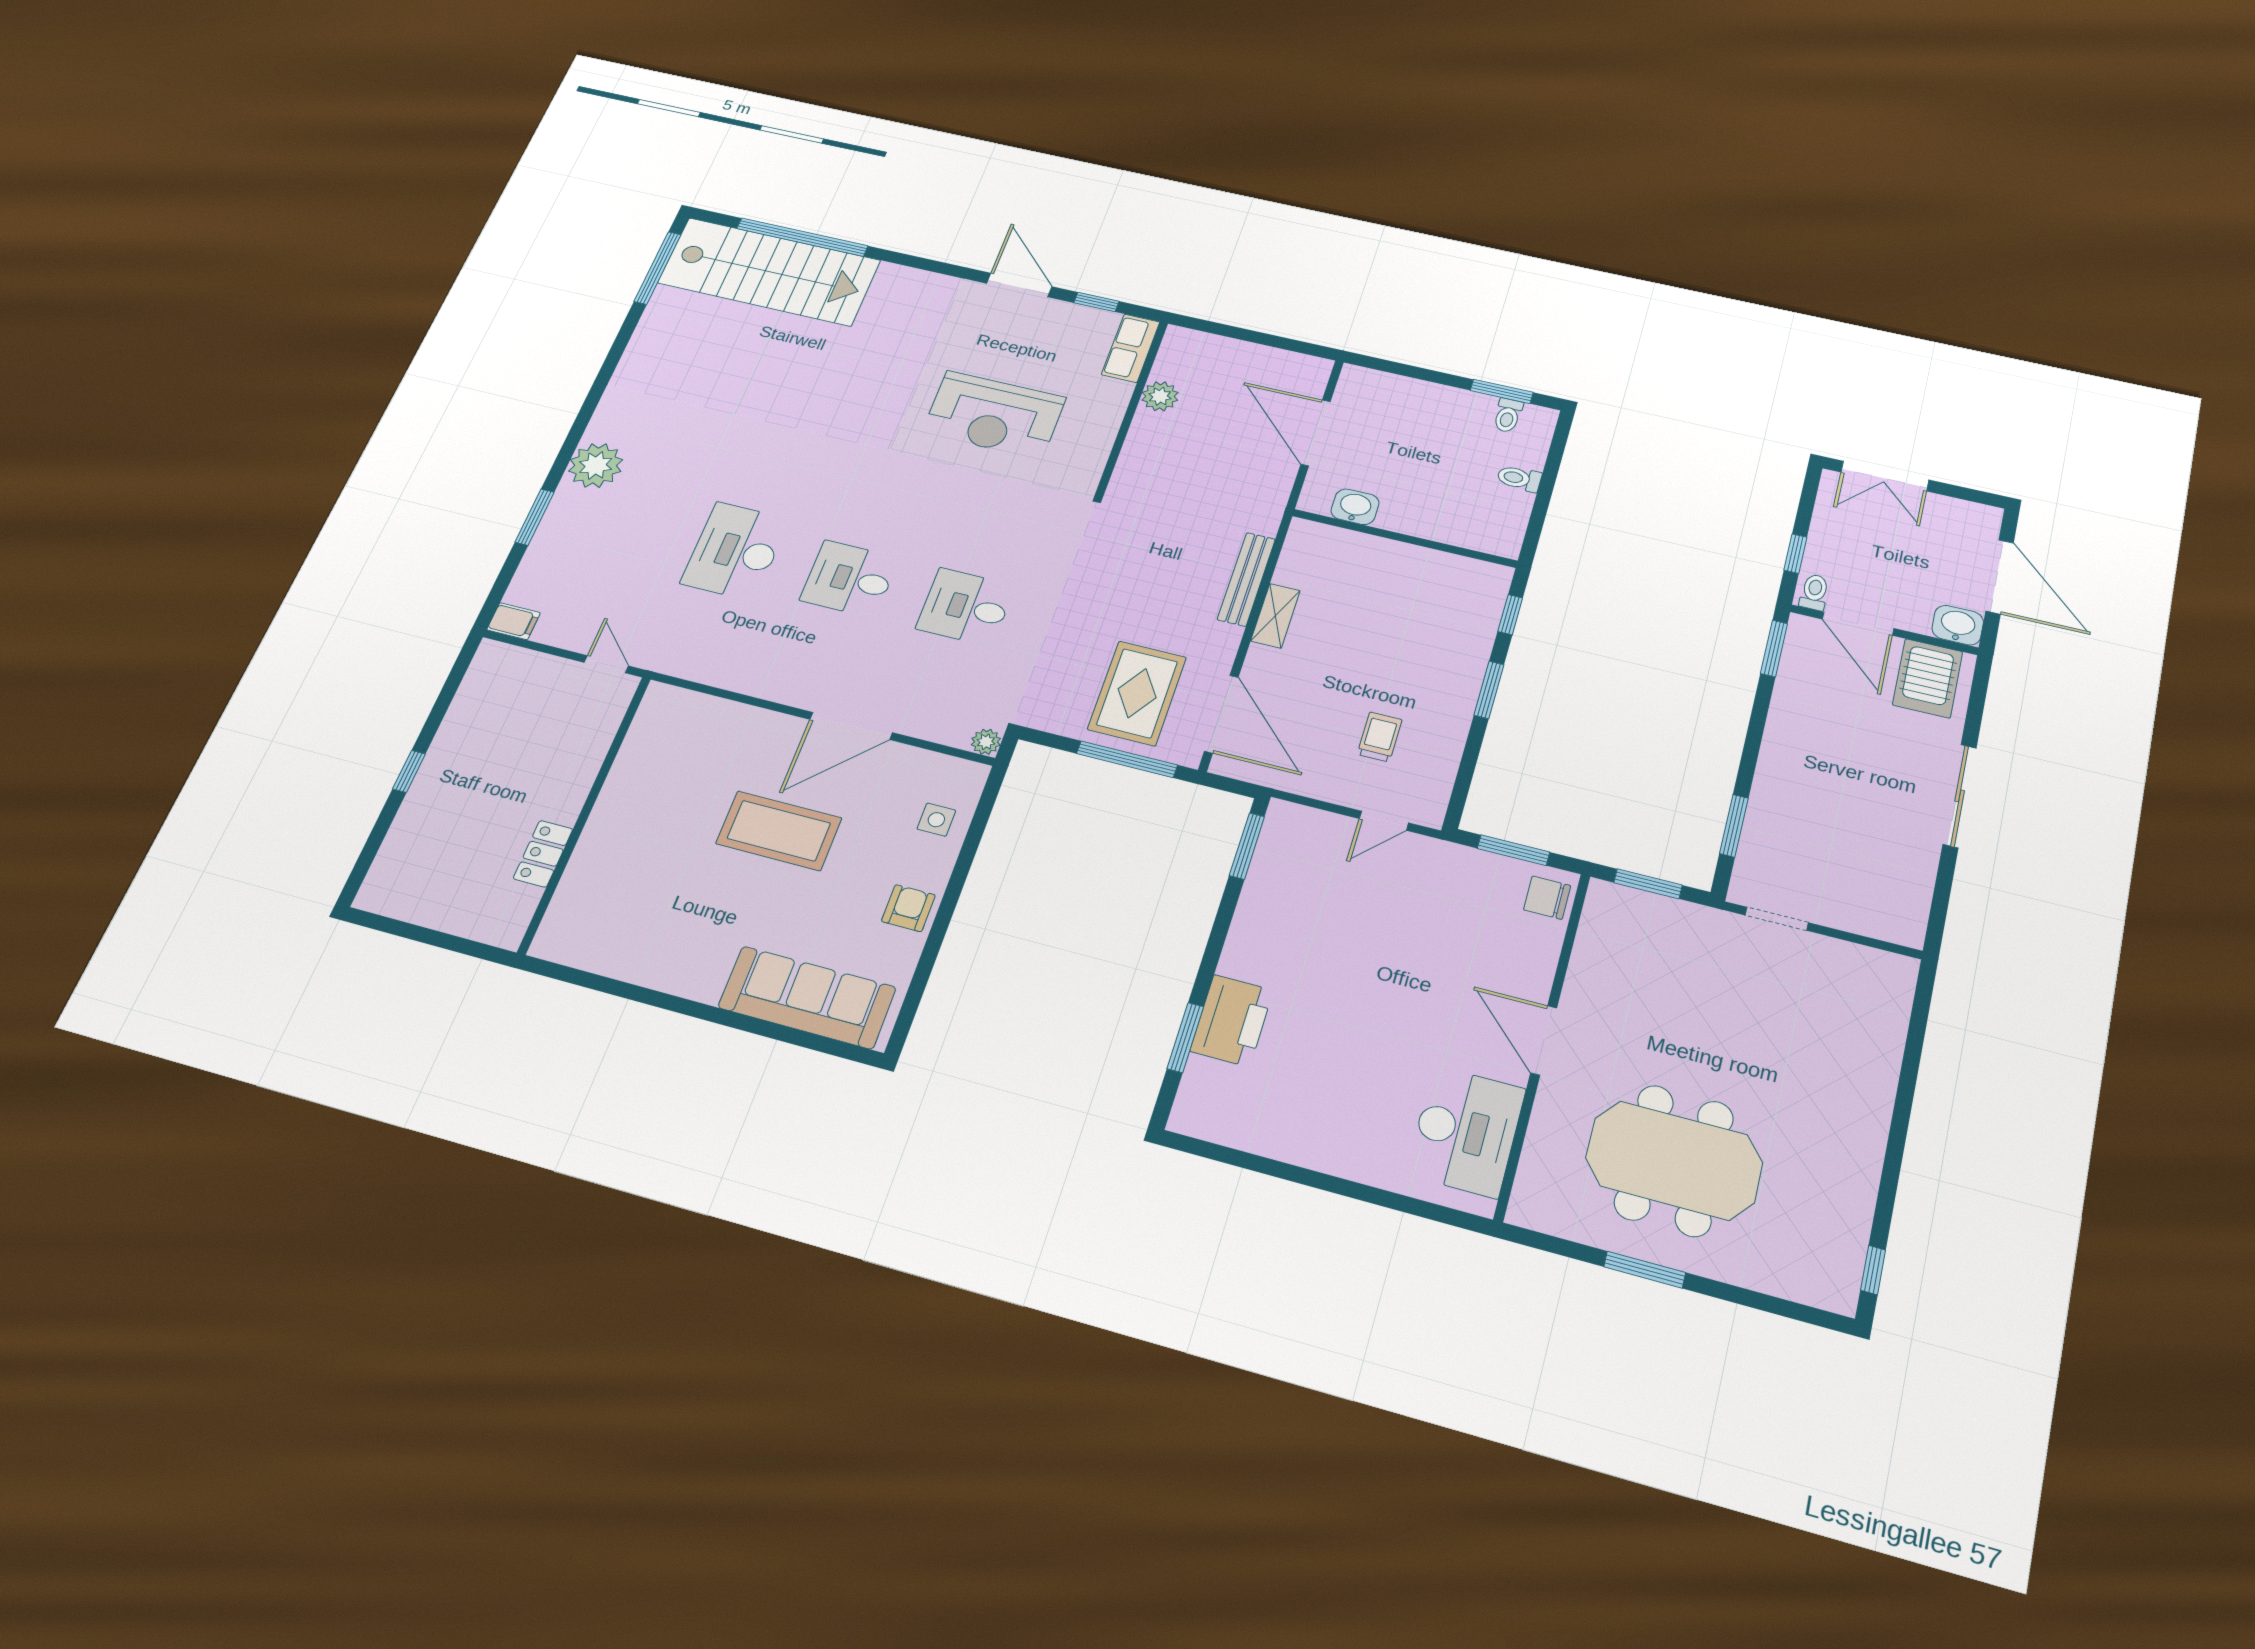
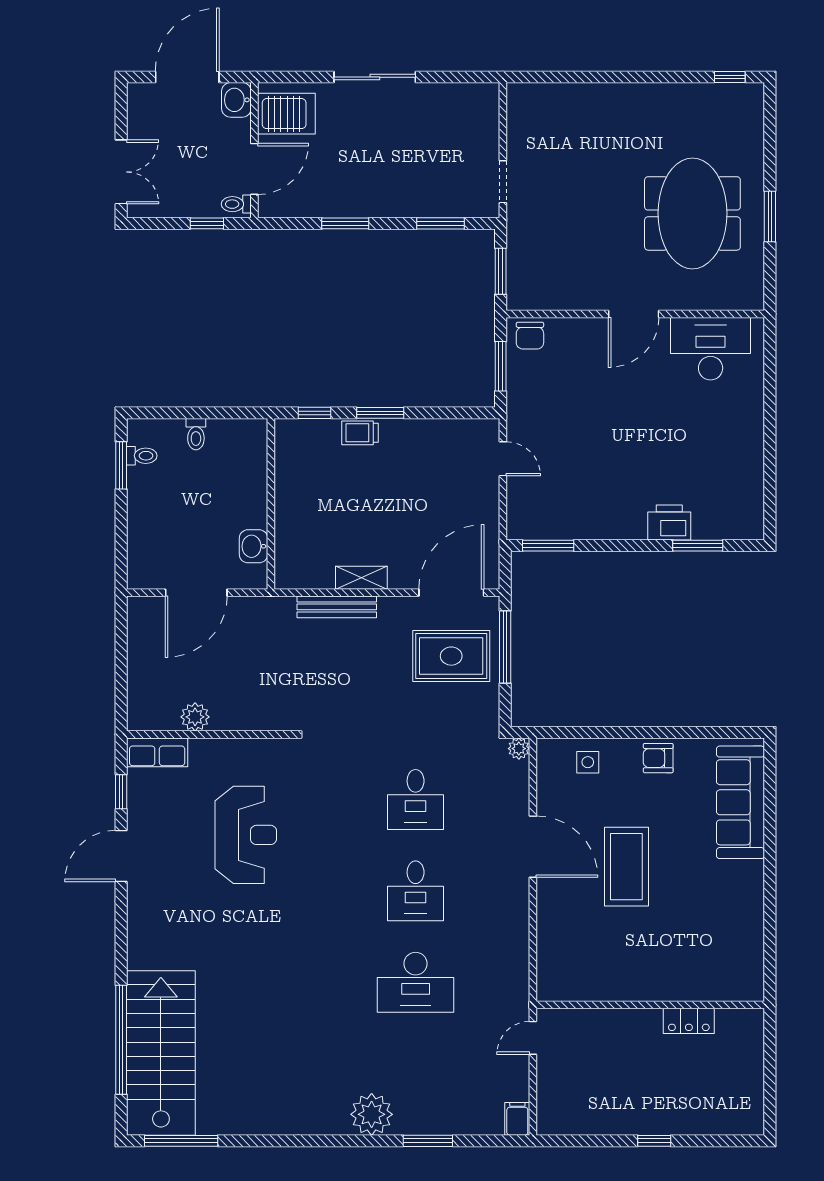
window: (1774, 648) -> (345, 223), moved
trolley: (1380, 737) -> (360, 433), moved
printer: (1232, 1021) -> (669, 522), width x0.73, depth x0.84

